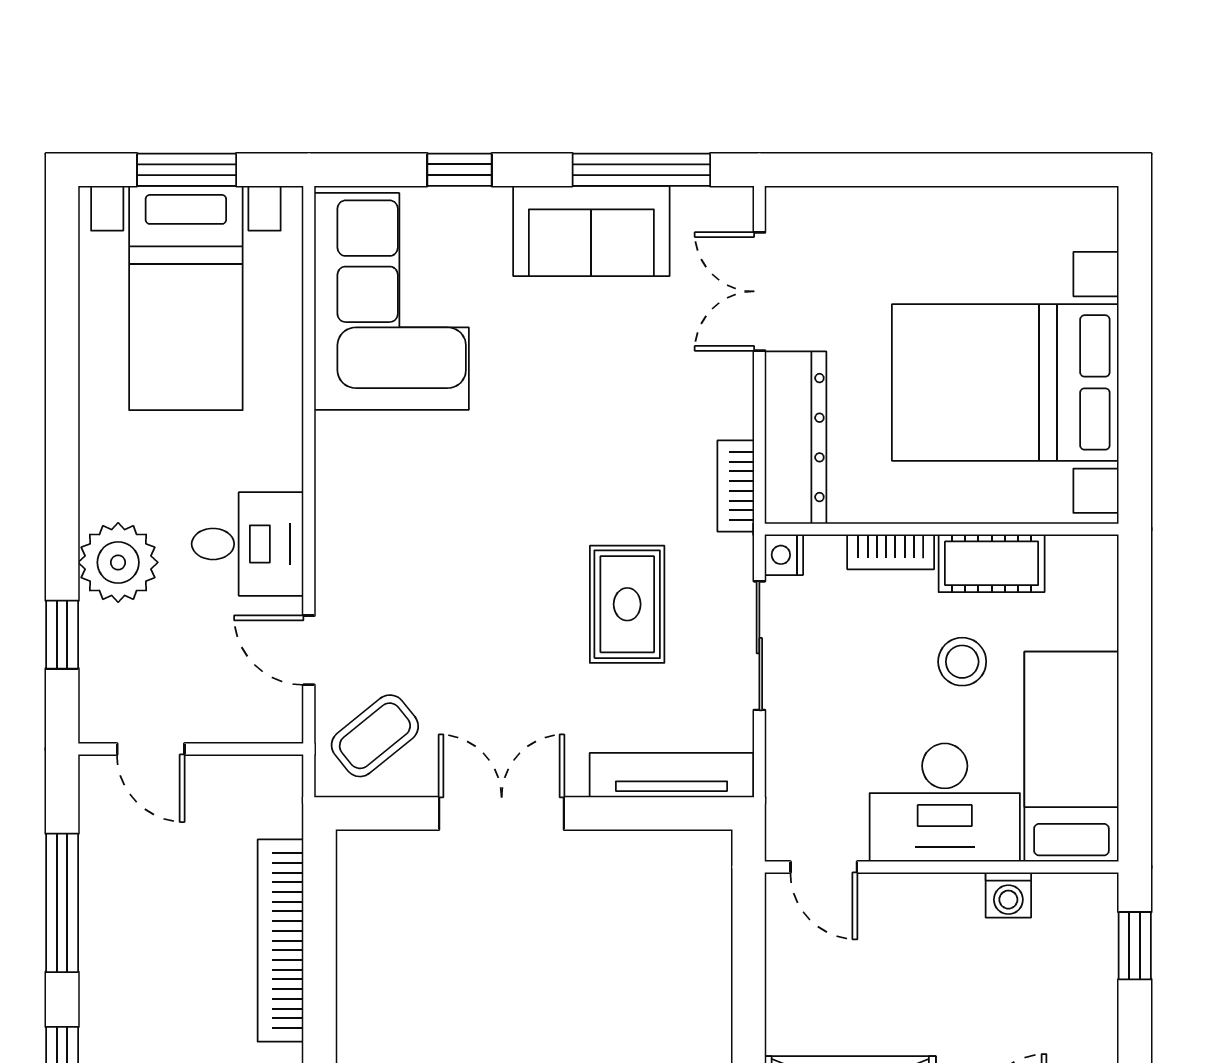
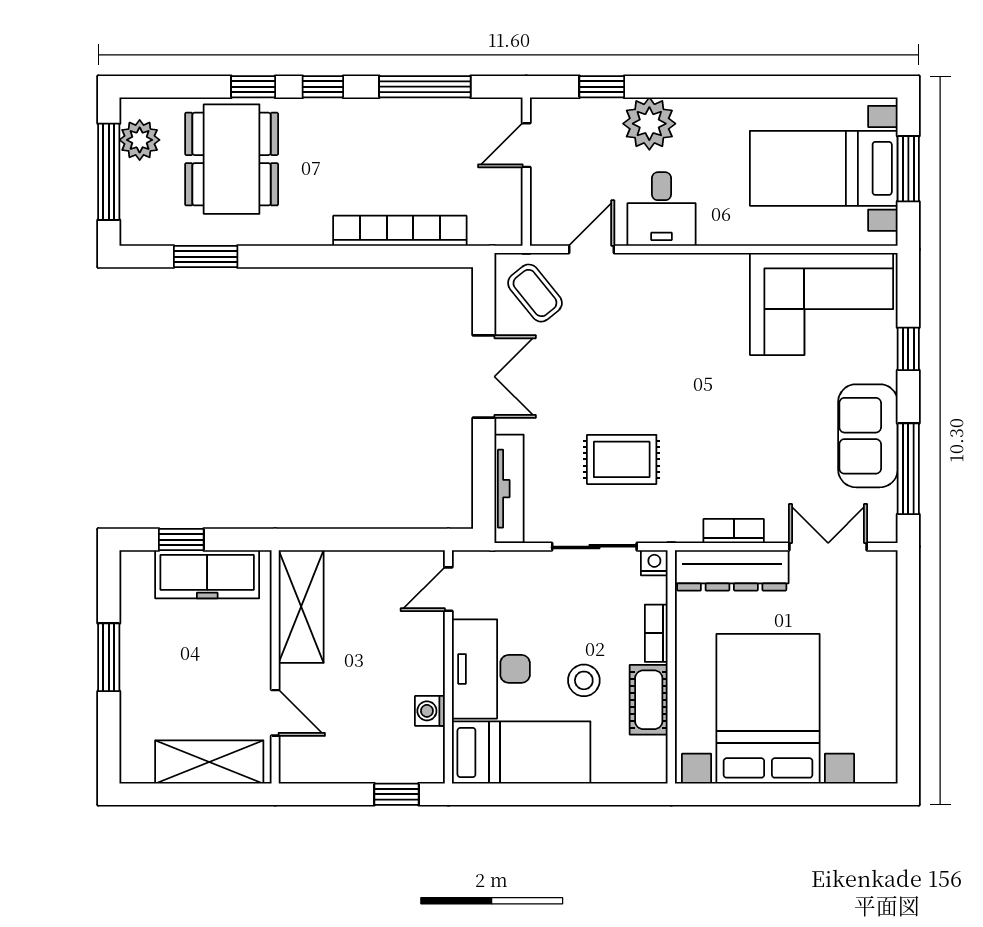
bookcase: (736, 486) -> (734, 531), moved

